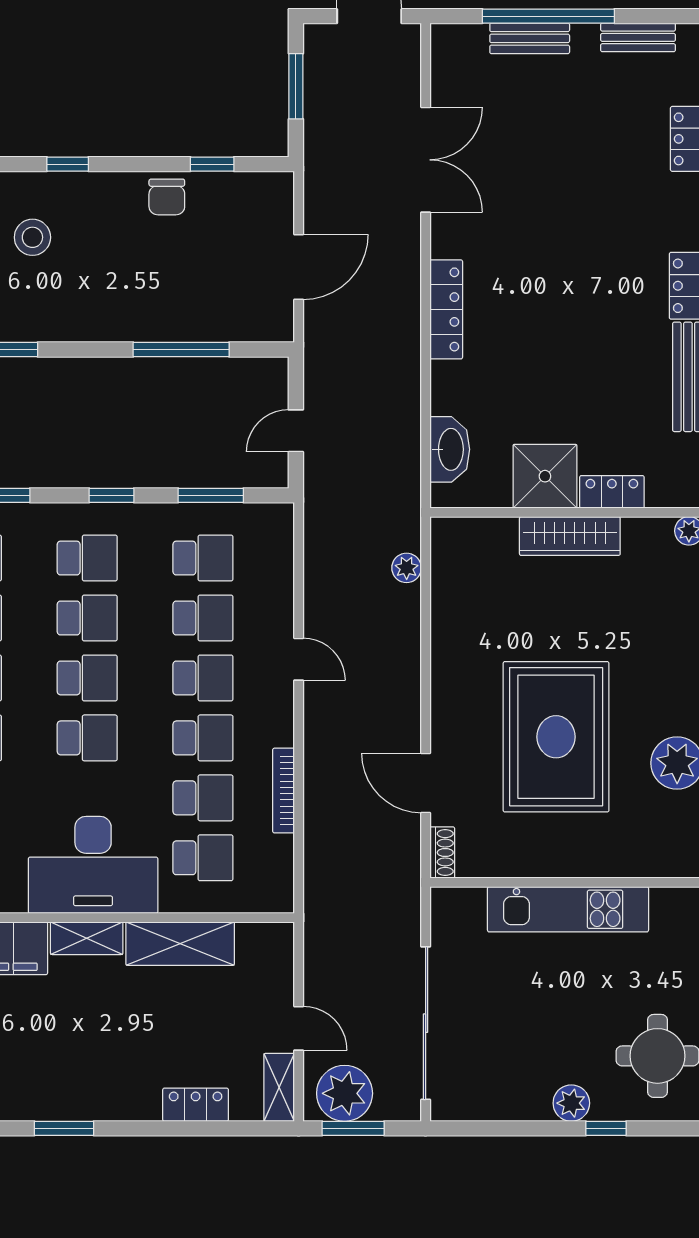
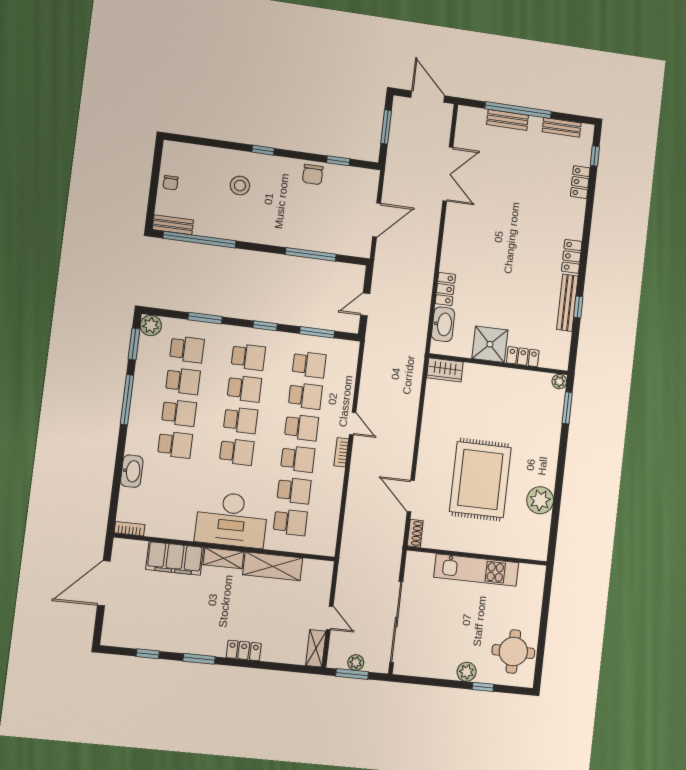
locker: (446, 309) -> (445, 289), moved, width x0.66
wardrobe: (570, 536) -> (445, 370), moved, width x0.67
plant: (407, 568) -> (414, 383), removed
bookcase: (284, 791) -> (341, 452), moved, width x0.64
plant: (345, 1093) -> (356, 662), width x0.53, depth x0.53
locker: (196, 1105) -> (244, 650), moved

